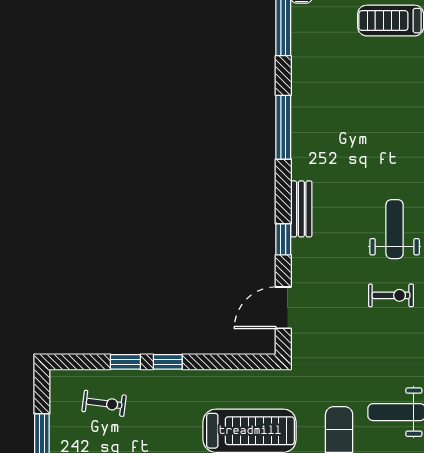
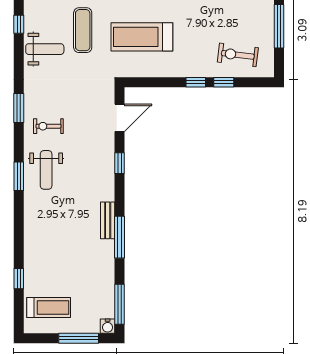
bench: (301, 209) -> (108, 220), moved
exercise bike: (104, 403) -> (238, 55), width x1.38, depth x1.39

